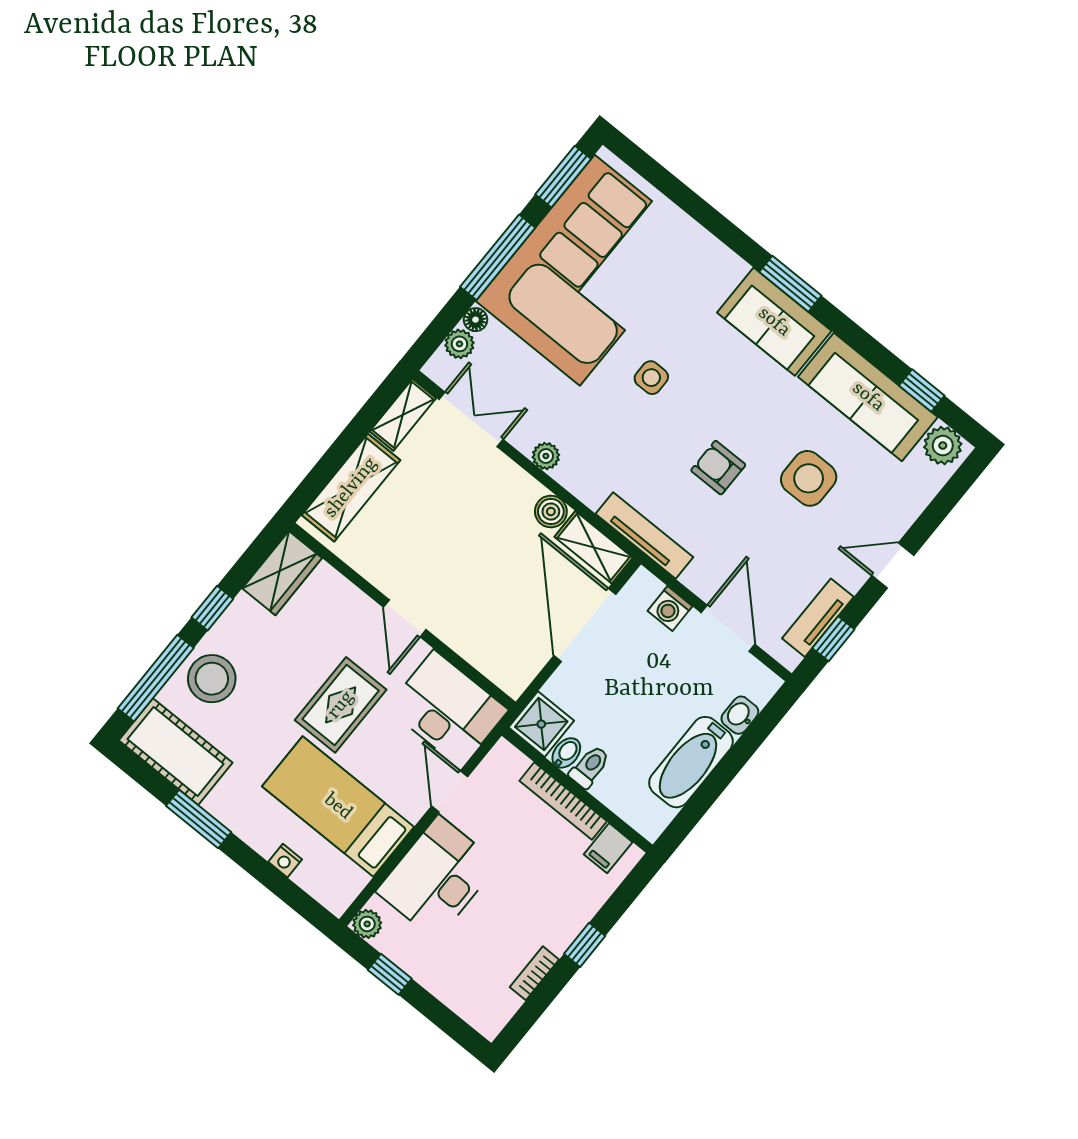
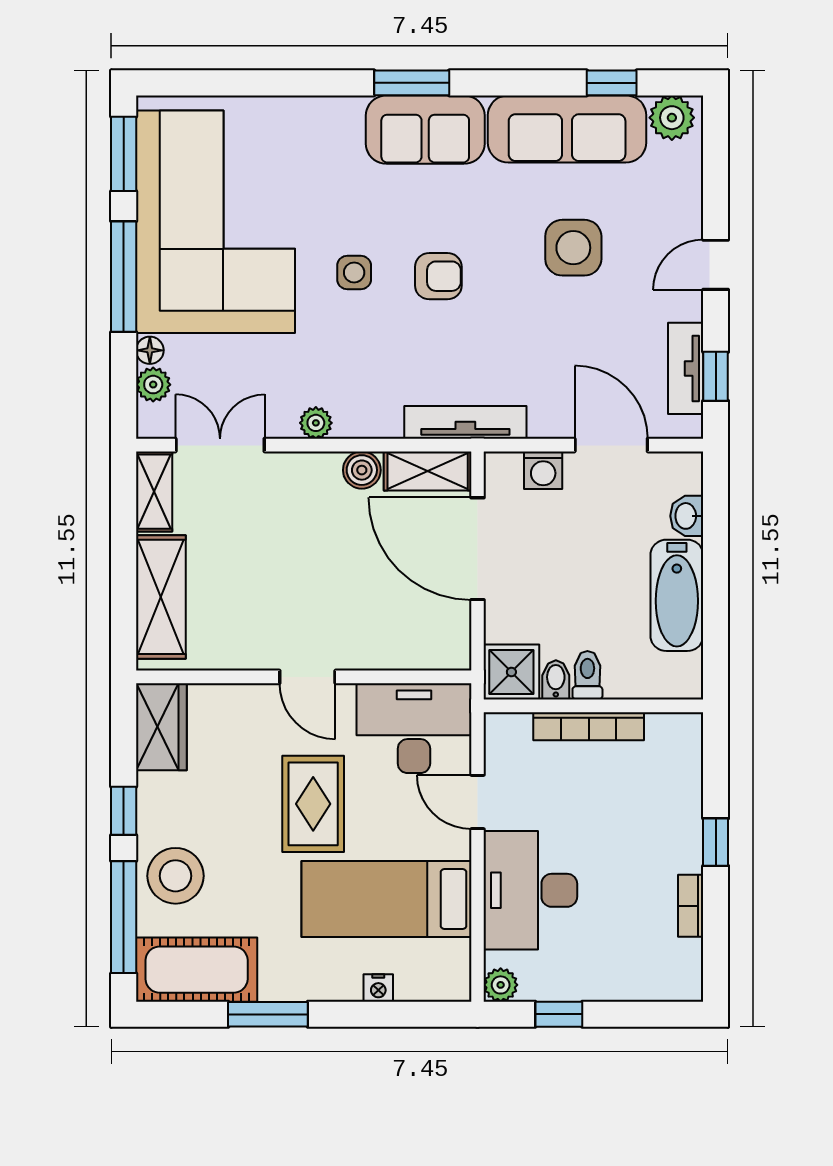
armchair: (718, 468) -> (438, 276), moved, turned 180
filing cabinet: (608, 848) -> (665, 736), removed

